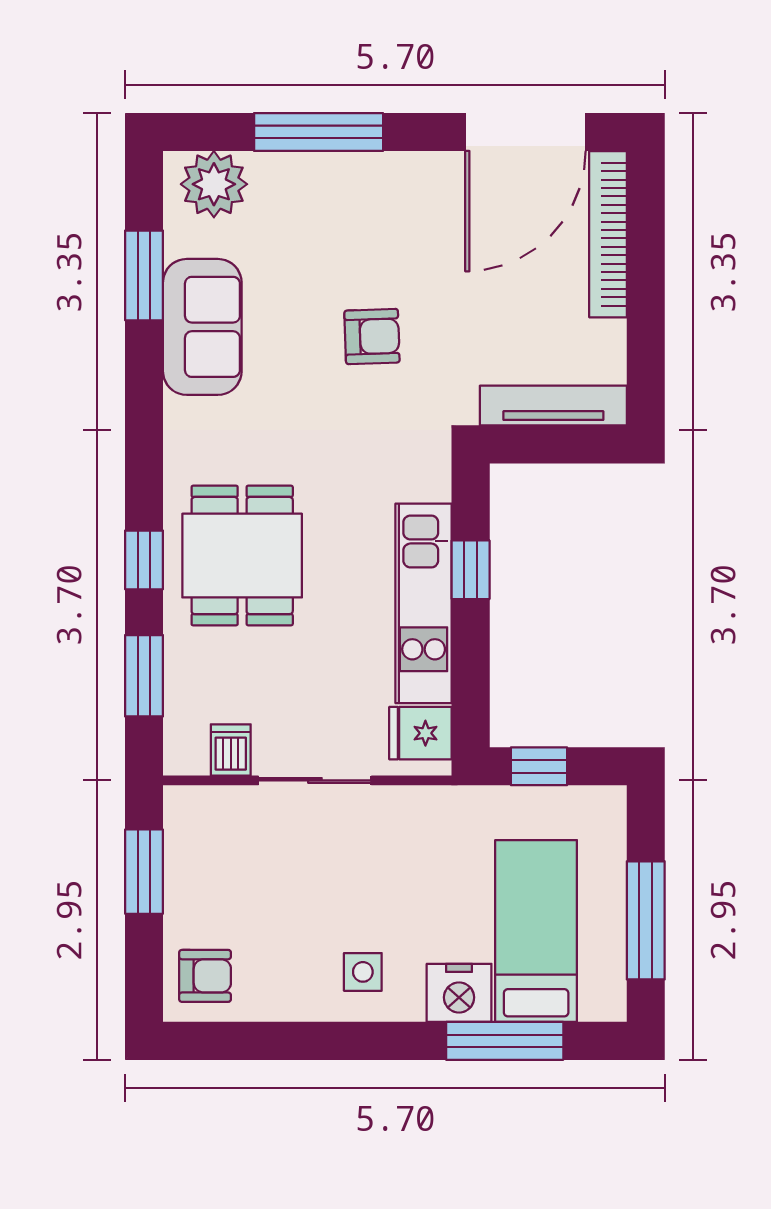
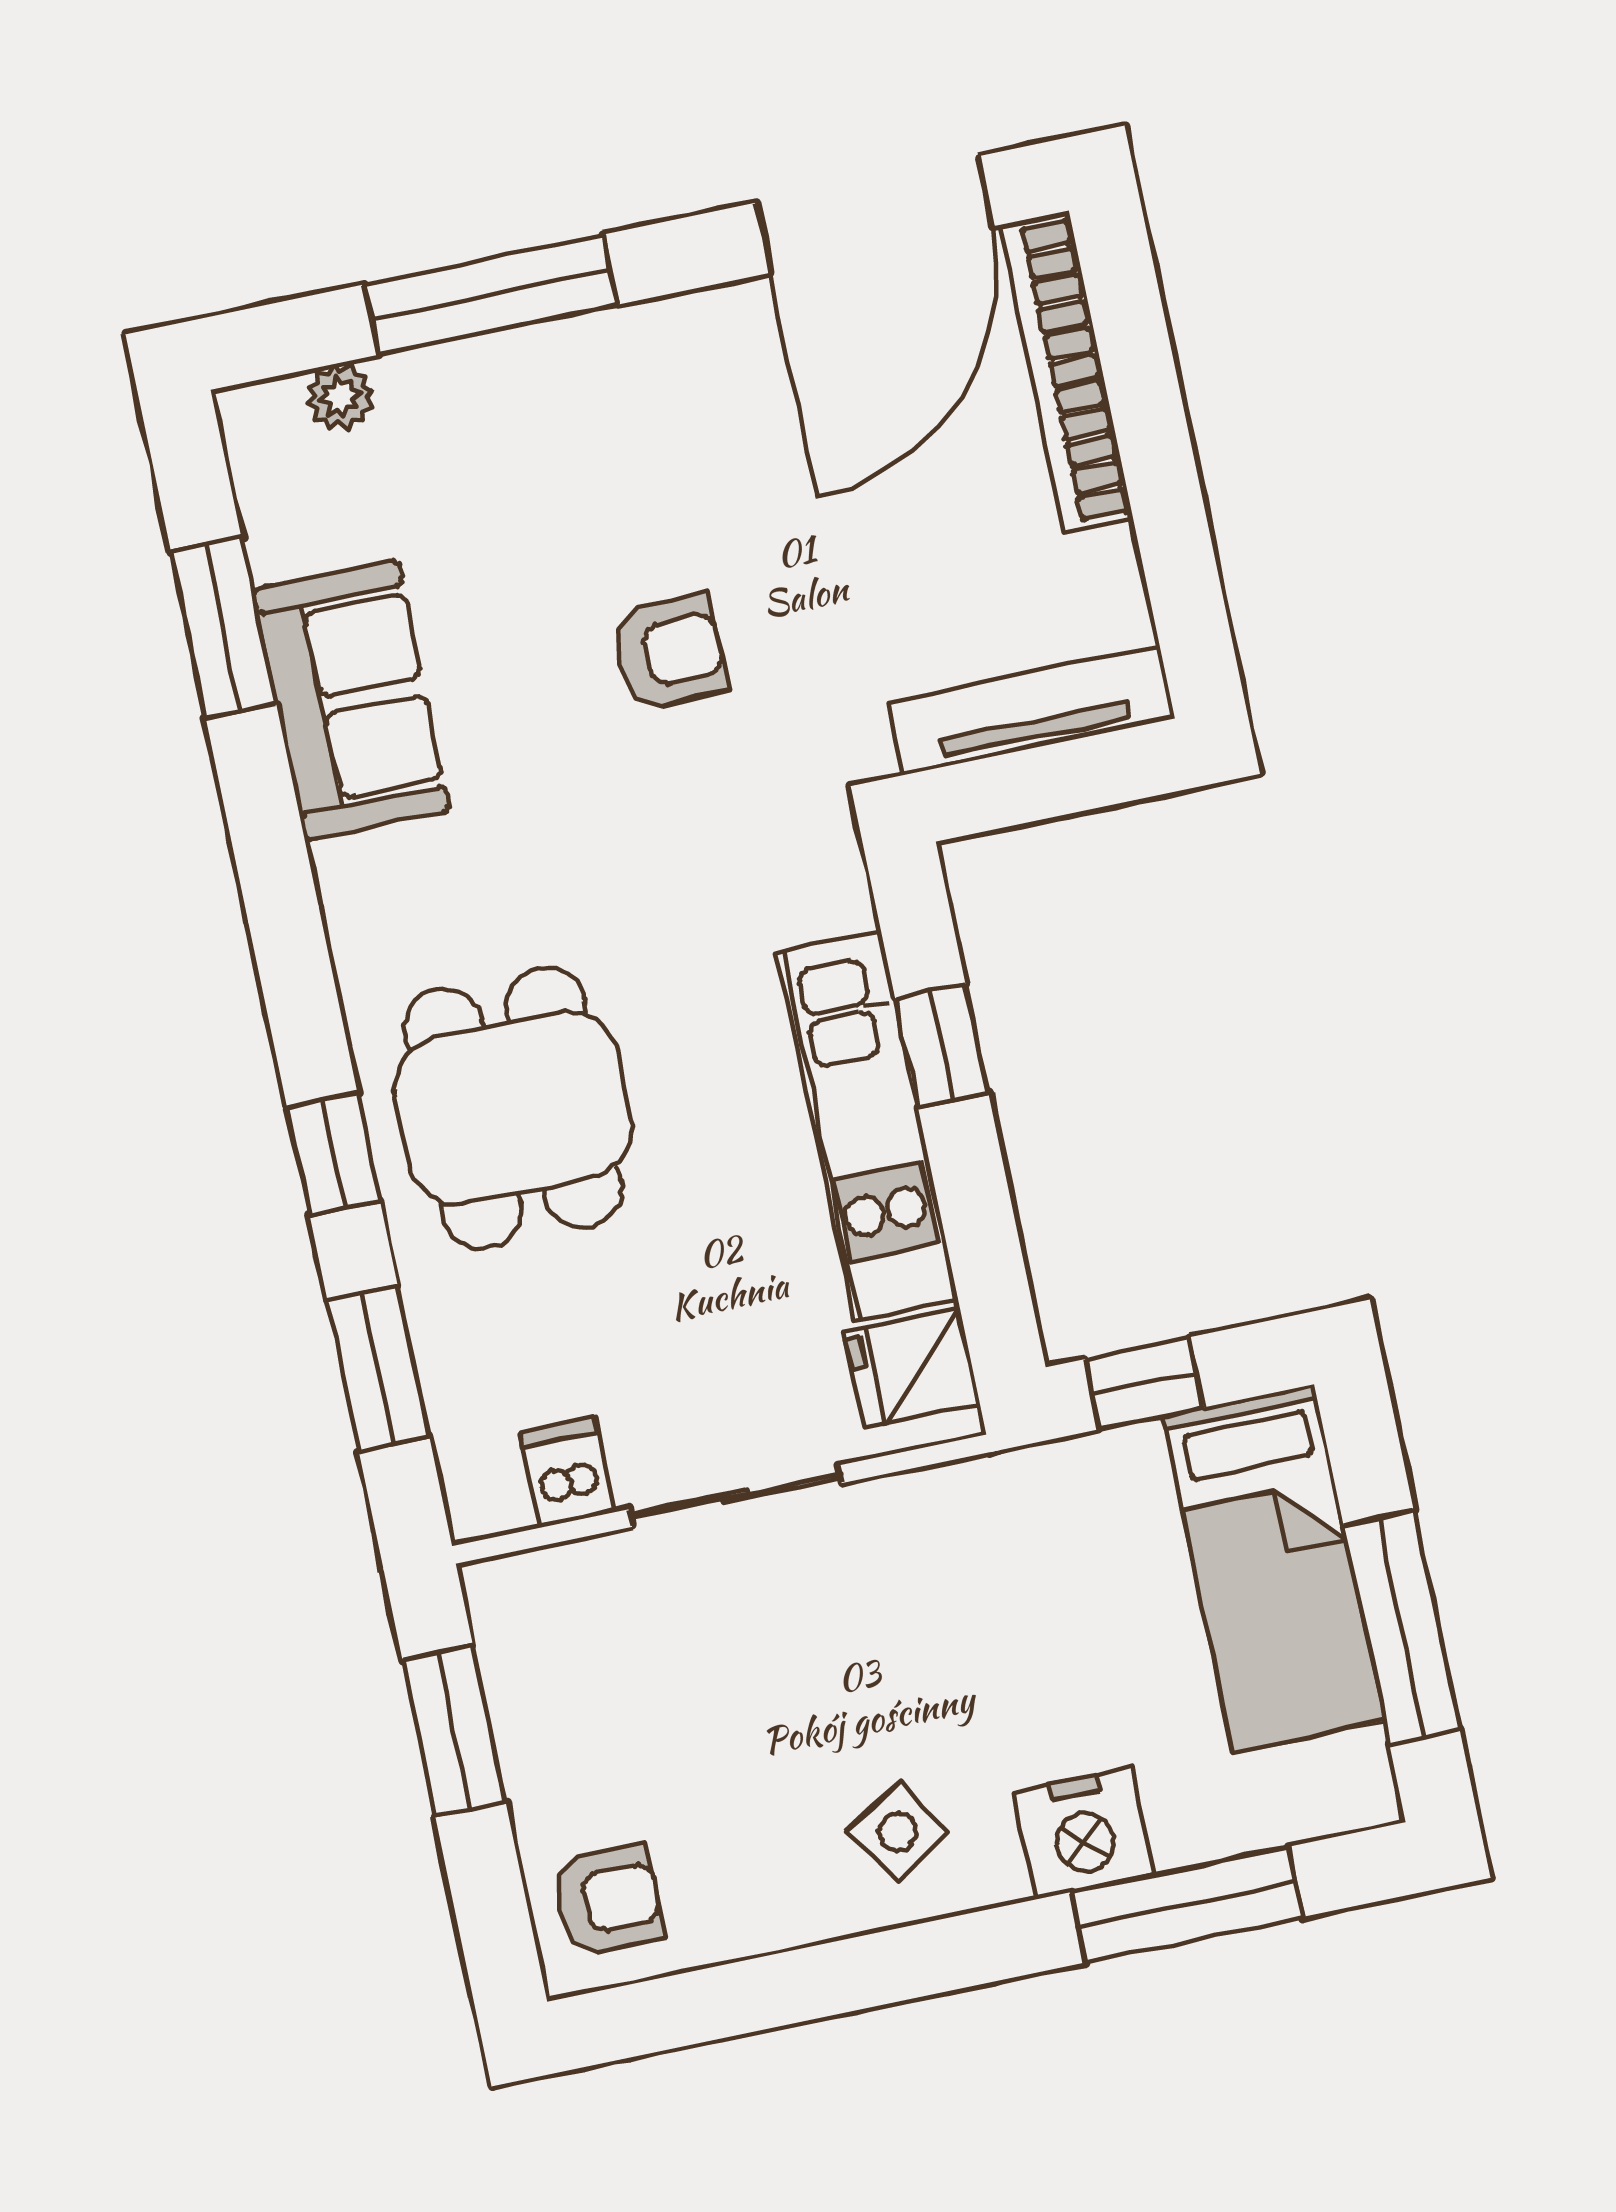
plant: (214, 184) -> (340, 397), width x0.53, depth x0.53
bed: (536, 931) -> (1274, 1568), moved, turned 180
side table: (363, 972) -> (898, 1832), turned -32

